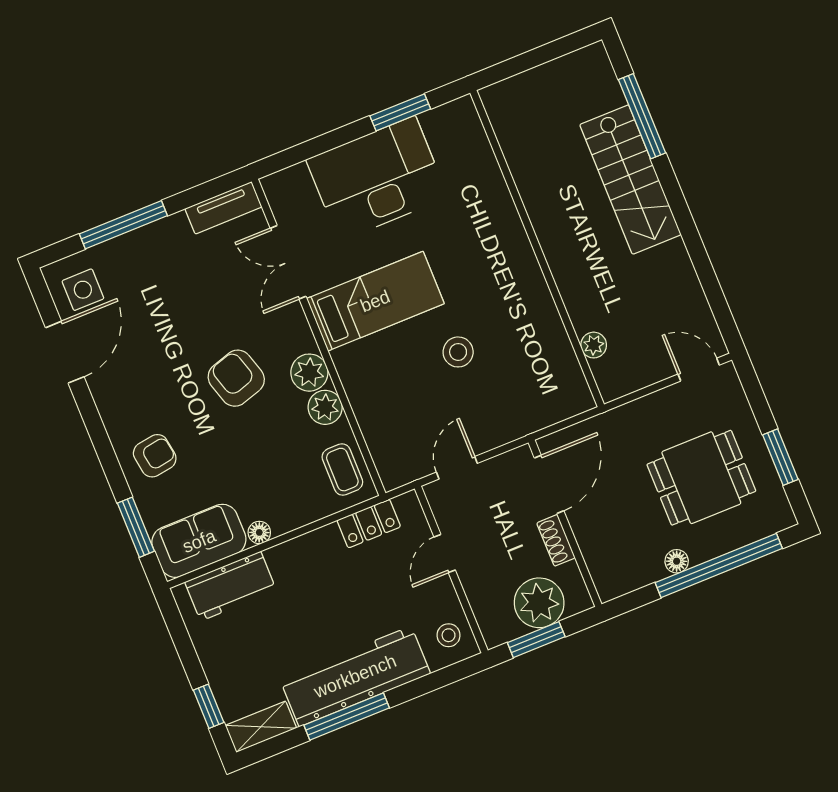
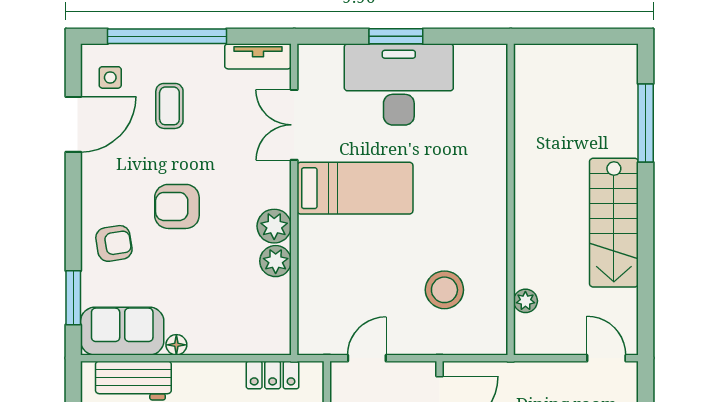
window: (400, 112) -> (396, 36), moved
stairs: (630, 180) -> (614, 223), moved
window: (123, 225) -> (167, 36), width x1.46
side table: (83, 290) -> (110, 77), width x0.73, depth x0.73
stool: (458, 352) -> (444, 290), moved, width x1.38, depth x1.38
armchair: (236, 378) -> (177, 206), moved, turned -73
coffee table: (342, 470) -> (169, 106), moved

